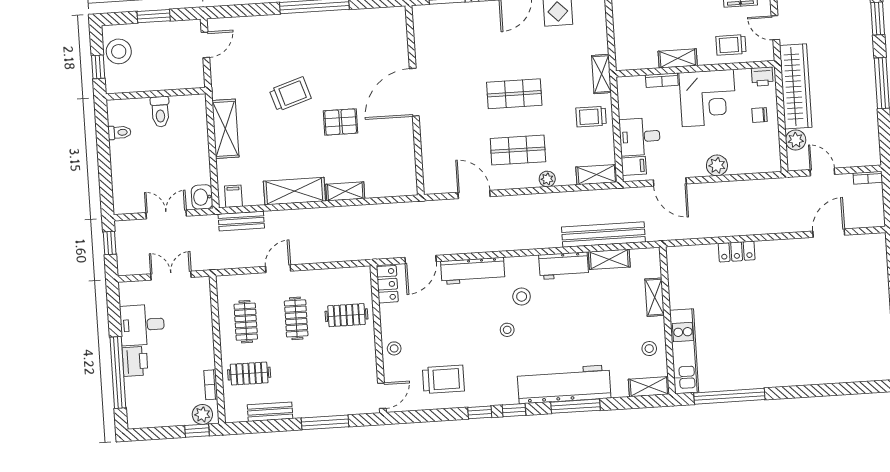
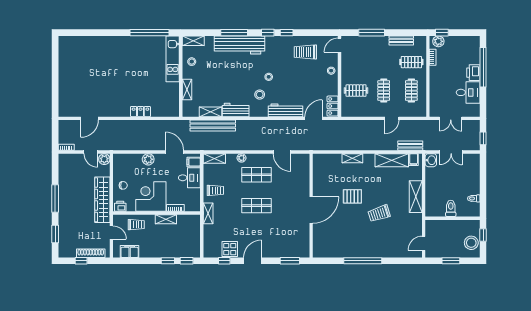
plant: (796, 140) -> (104, 159), moved
shelving: (294, 191) -> (392, 160), moved

